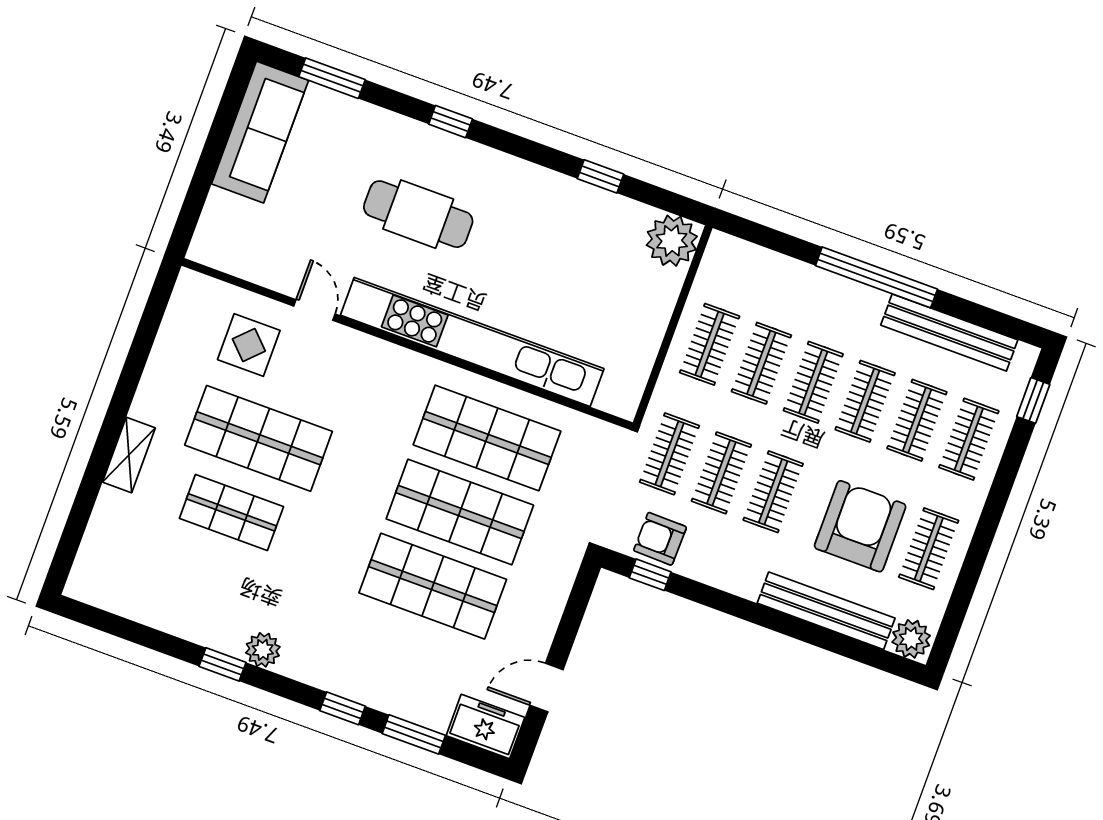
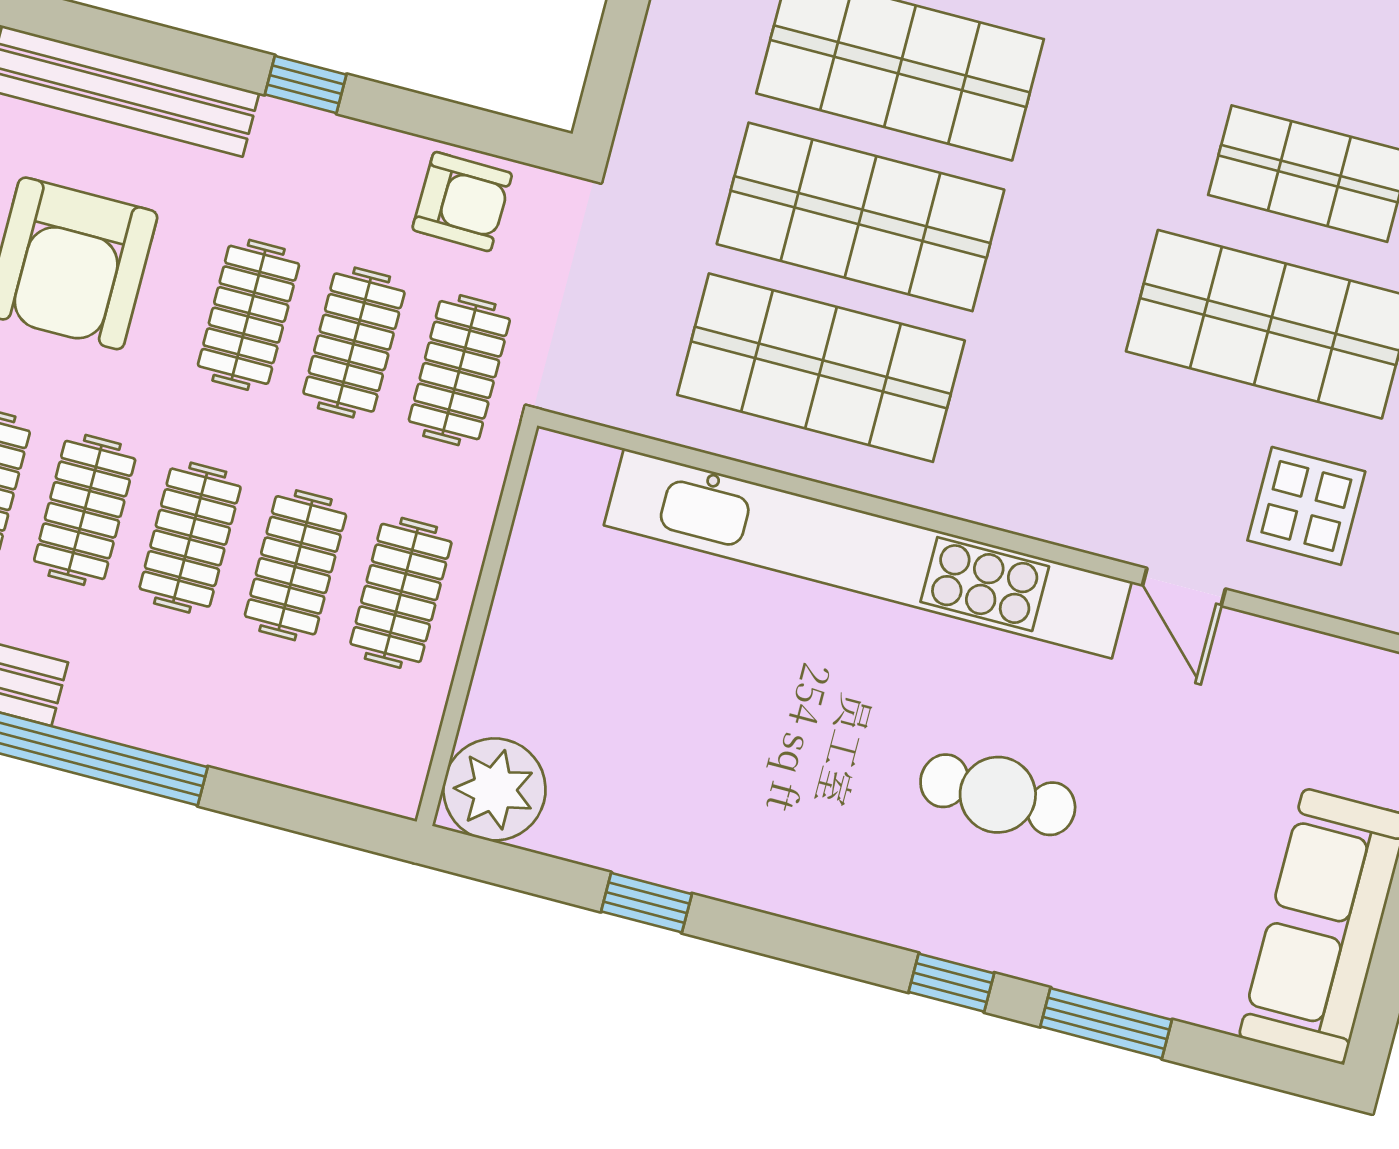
window: (332, 78) -> (1106, 1023), moved
cafe table: (418, 214) -> (998, 795), width x0.73, depth x0.74
window: (650, 575) -> (306, 84), moved

